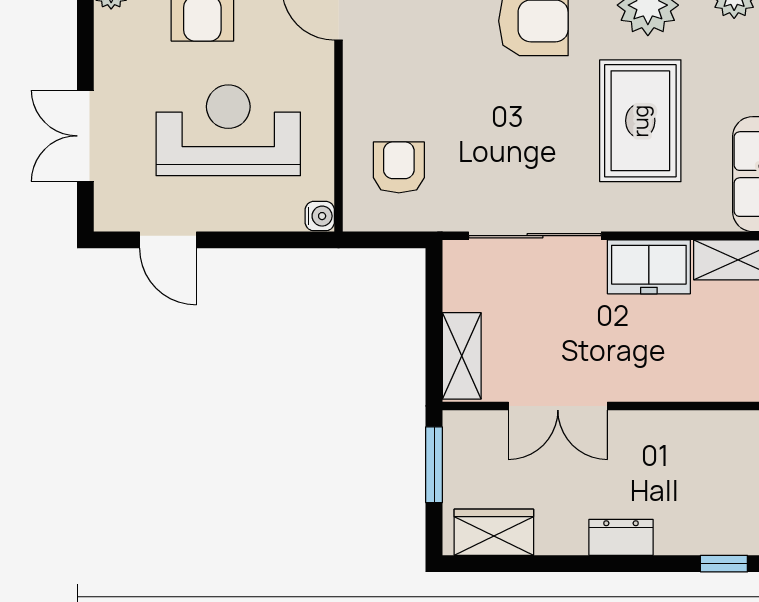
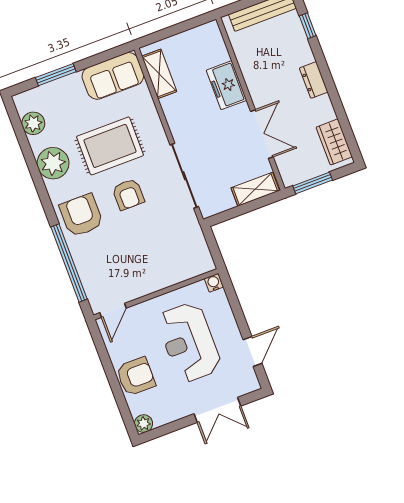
armchair: (399, 167) -> (128, 194), moved, turned -90
freezer: (649, 267) -> (226, 85), moved, turned 180

